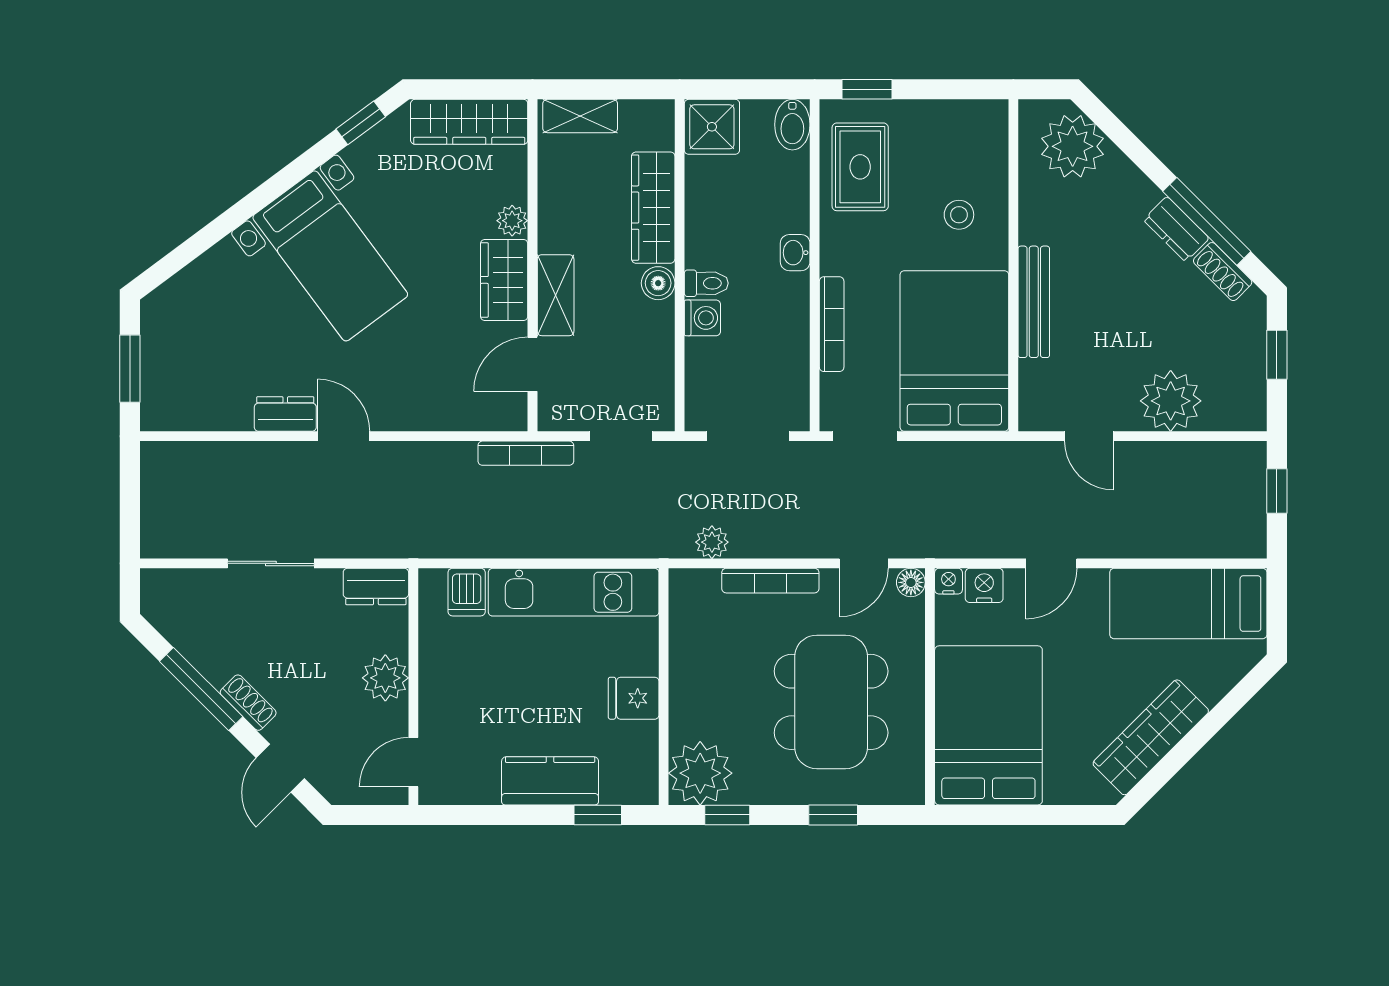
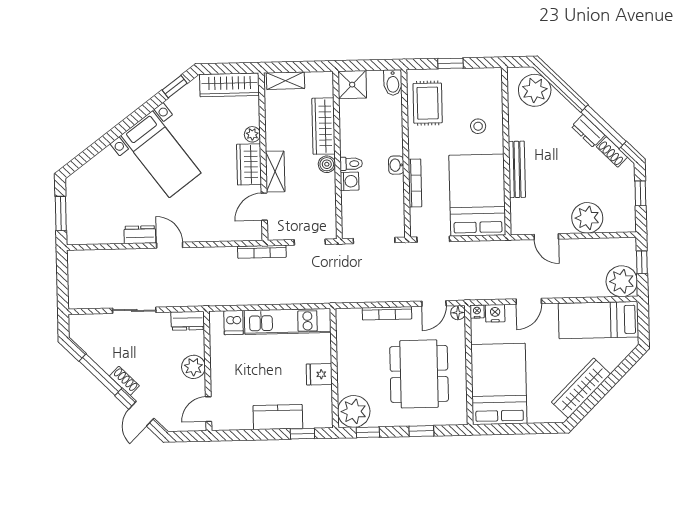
window: (867, 89) -> (450, 63), moved
washbasin: (795, 253) -> (396, 165), moved
plant: (712, 542) -> (622, 281), moved, width x1.87, depth x1.87

